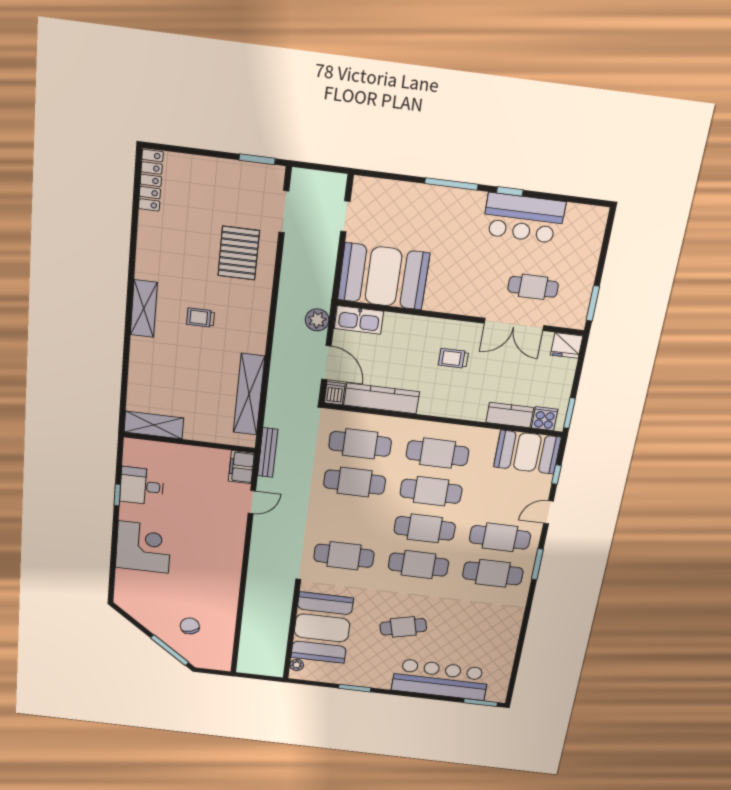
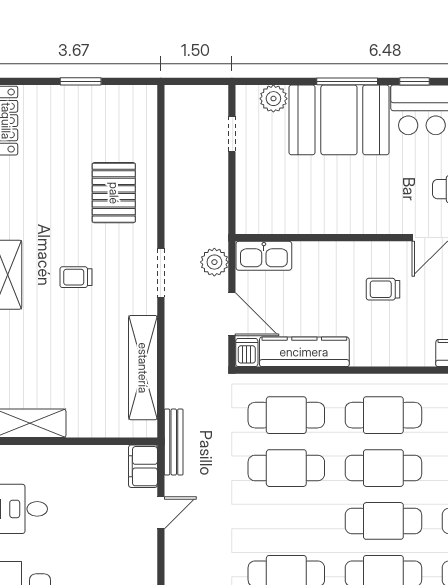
window: (257, 159) -> (81, 81), moved
plant: (385, 191) -> (273, 99), added
doorway: (284, 212) -> (161, 273), moved
booth: (383, 276) -> (339, 120), moved

